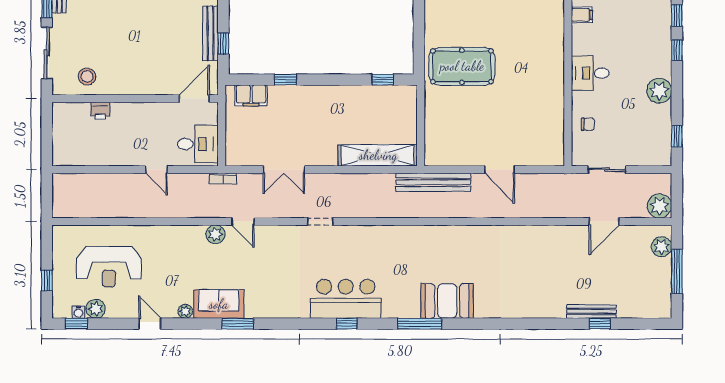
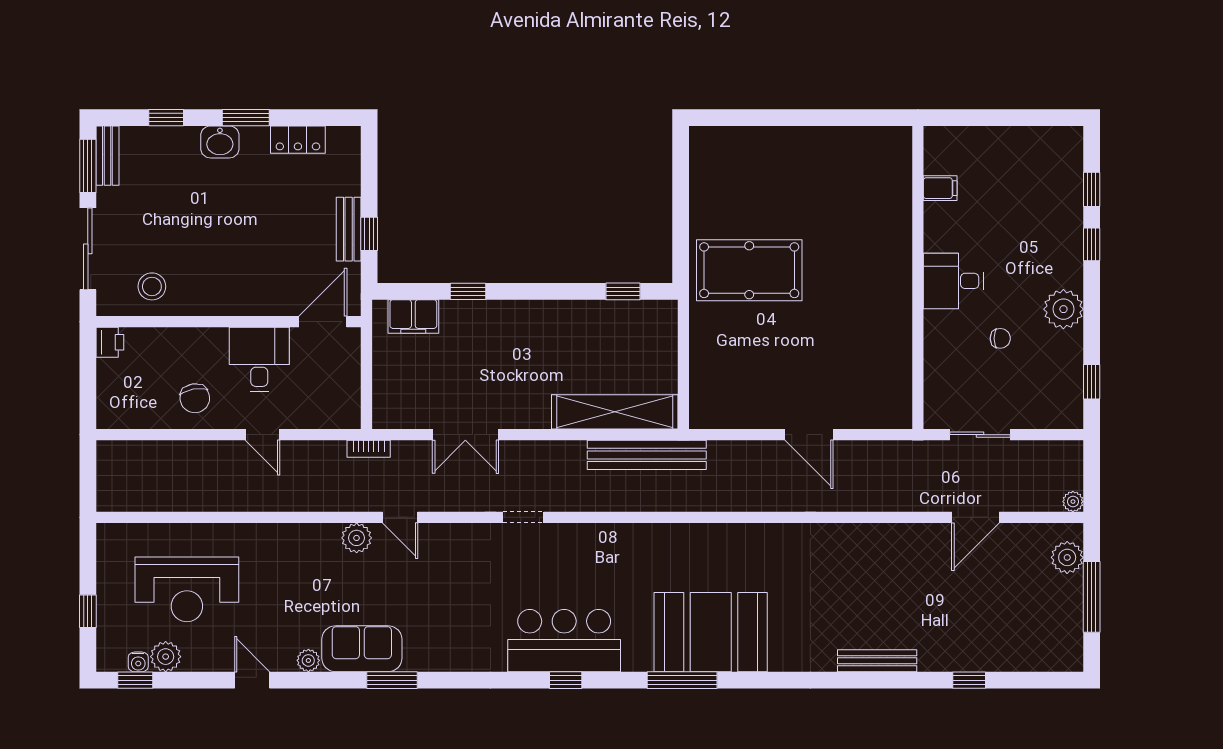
bench: (210, 33) -> (349, 229), width x0.73
printer: (100, 111) -> (110, 342), moved, turned -90
chair: (588, 124) -> (1000, 338), moved
desk: (198, 144) -> (259, 359), moved, turned -90
chair: (114, 147) -> (195, 398), added
bench: (433, 182) -> (647, 455), moved
plant: (659, 206) -> (1073, 502), width x0.53, depth x0.53
booth: (447, 301) -> (711, 632), width x1.36, depth x1.42
bench: (591, 312) -> (877, 661), moved

